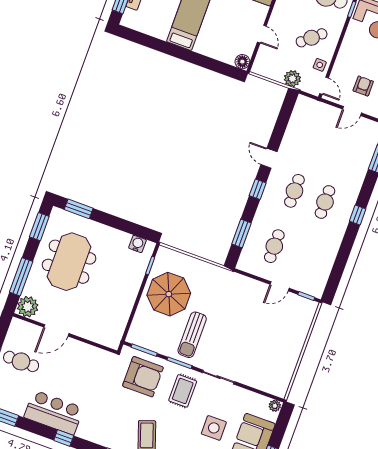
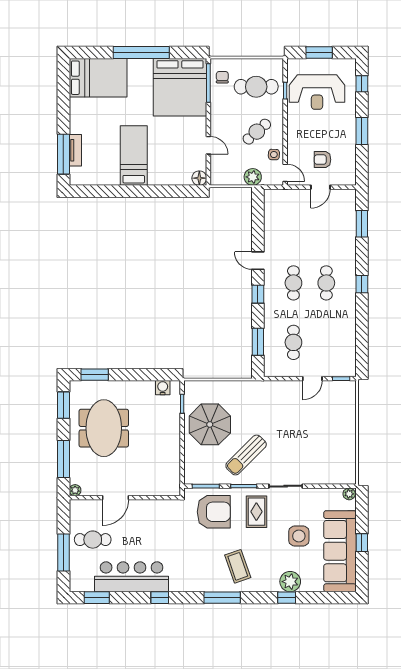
armchair: (363, 86) -> (323, 160), turned -90
plant: (28, 307) -> (75, 490), width x0.53, depth x0.53
sun lounger: (192, 335) -> (246, 455), turned 45
bar counter: (54, 413) -> (132, 577), width x1.36

